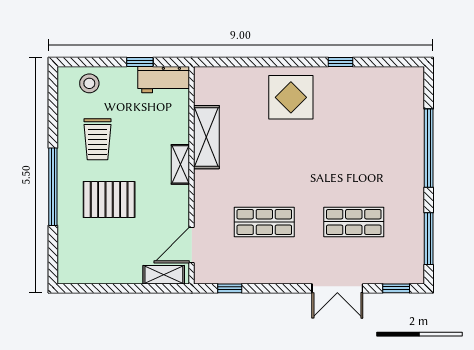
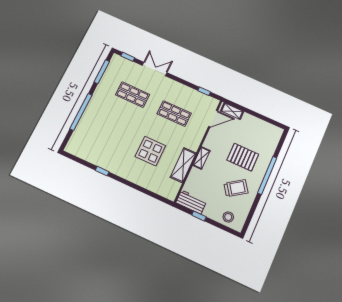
display table: (291, 97) -> (150, 151), moved
trolley: (97, 139) -> (236, 188), turned 55

